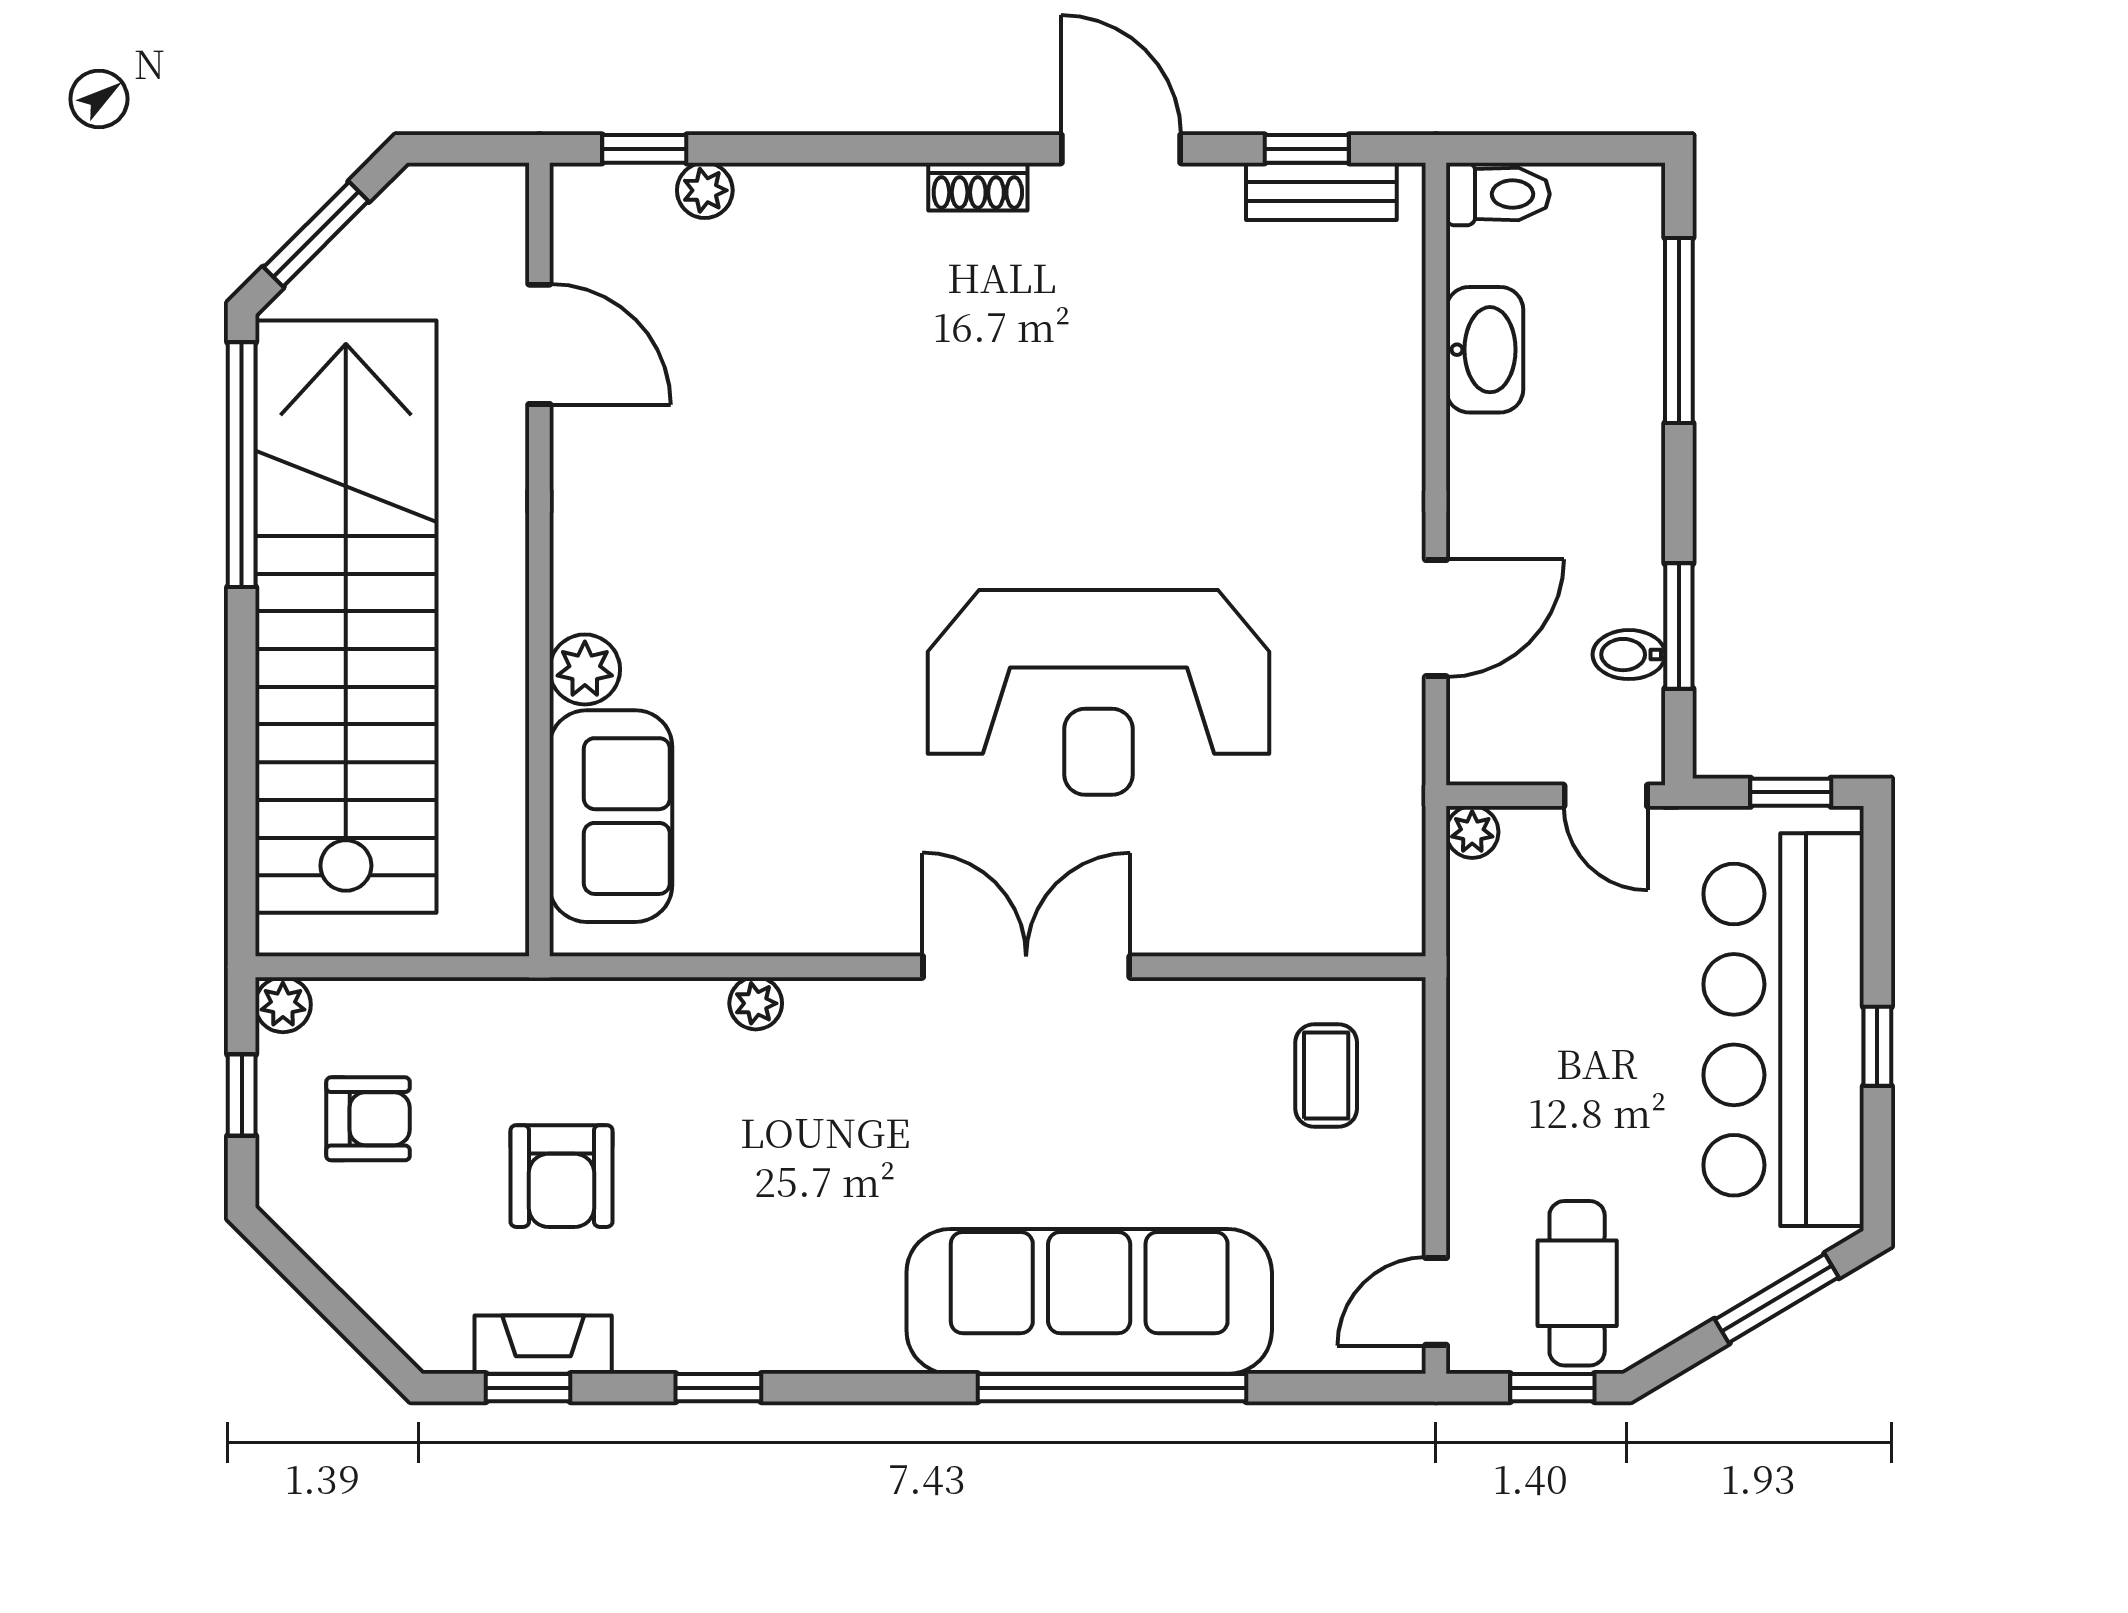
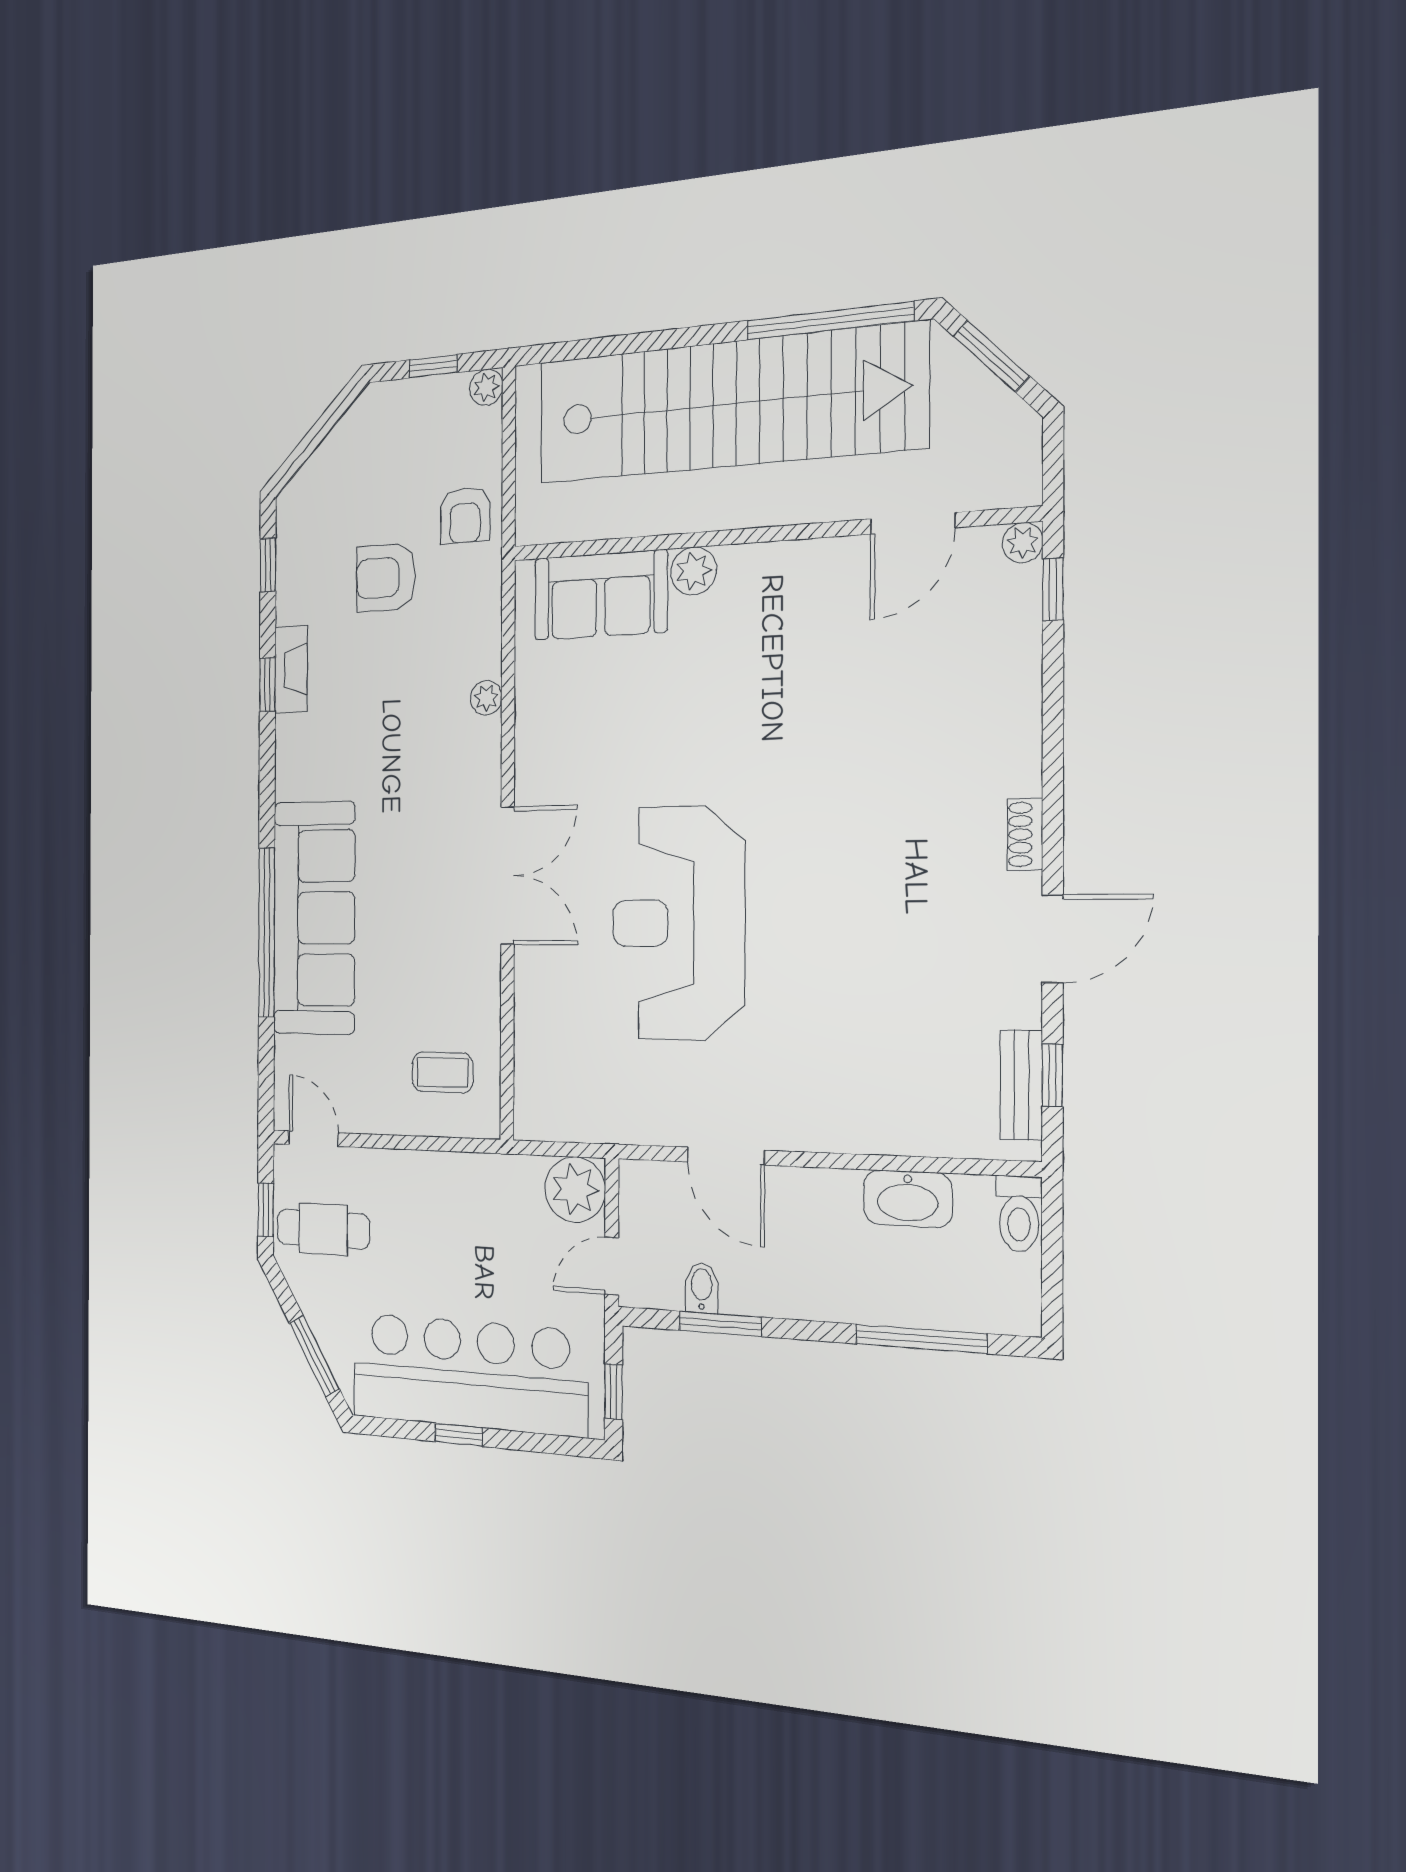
plant: (705, 190) -> (1023, 543), moved
plant: (1472, 832) -> (575, 1189), width x1.88, depth x1.88
armchair: (368, 1119) -> (465, 515), moved
fireplace: (543, 1345) -> (291, 669), moved

